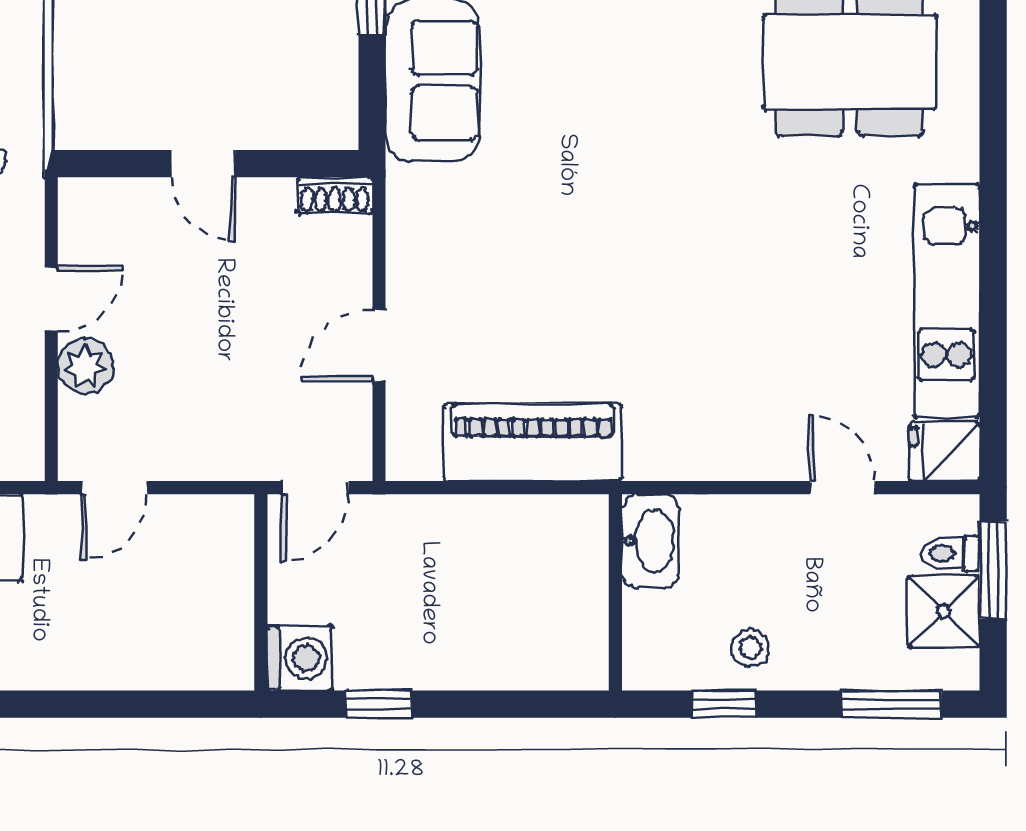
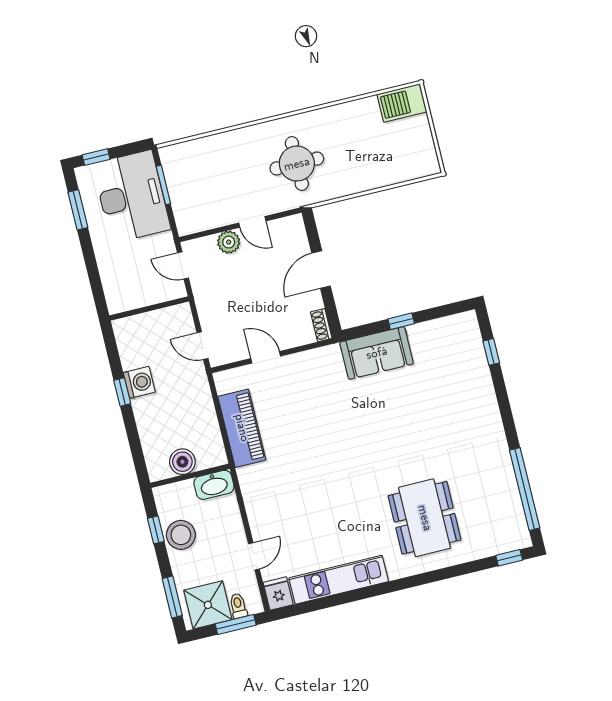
door: (204, 164) -> (321, 270), width x1.37
wall: (261, 592) -> (149, 308), moved
boiler: (578, 602) -> (182, 462), added
shower: (944, 611) -> (208, 605), width x1.36, depth x1.36
stool: (750, 648) -> (181, 535), width x1.89, depth x1.89
washing machine: (300, 658) -> (139, 382), moved, turned -90

